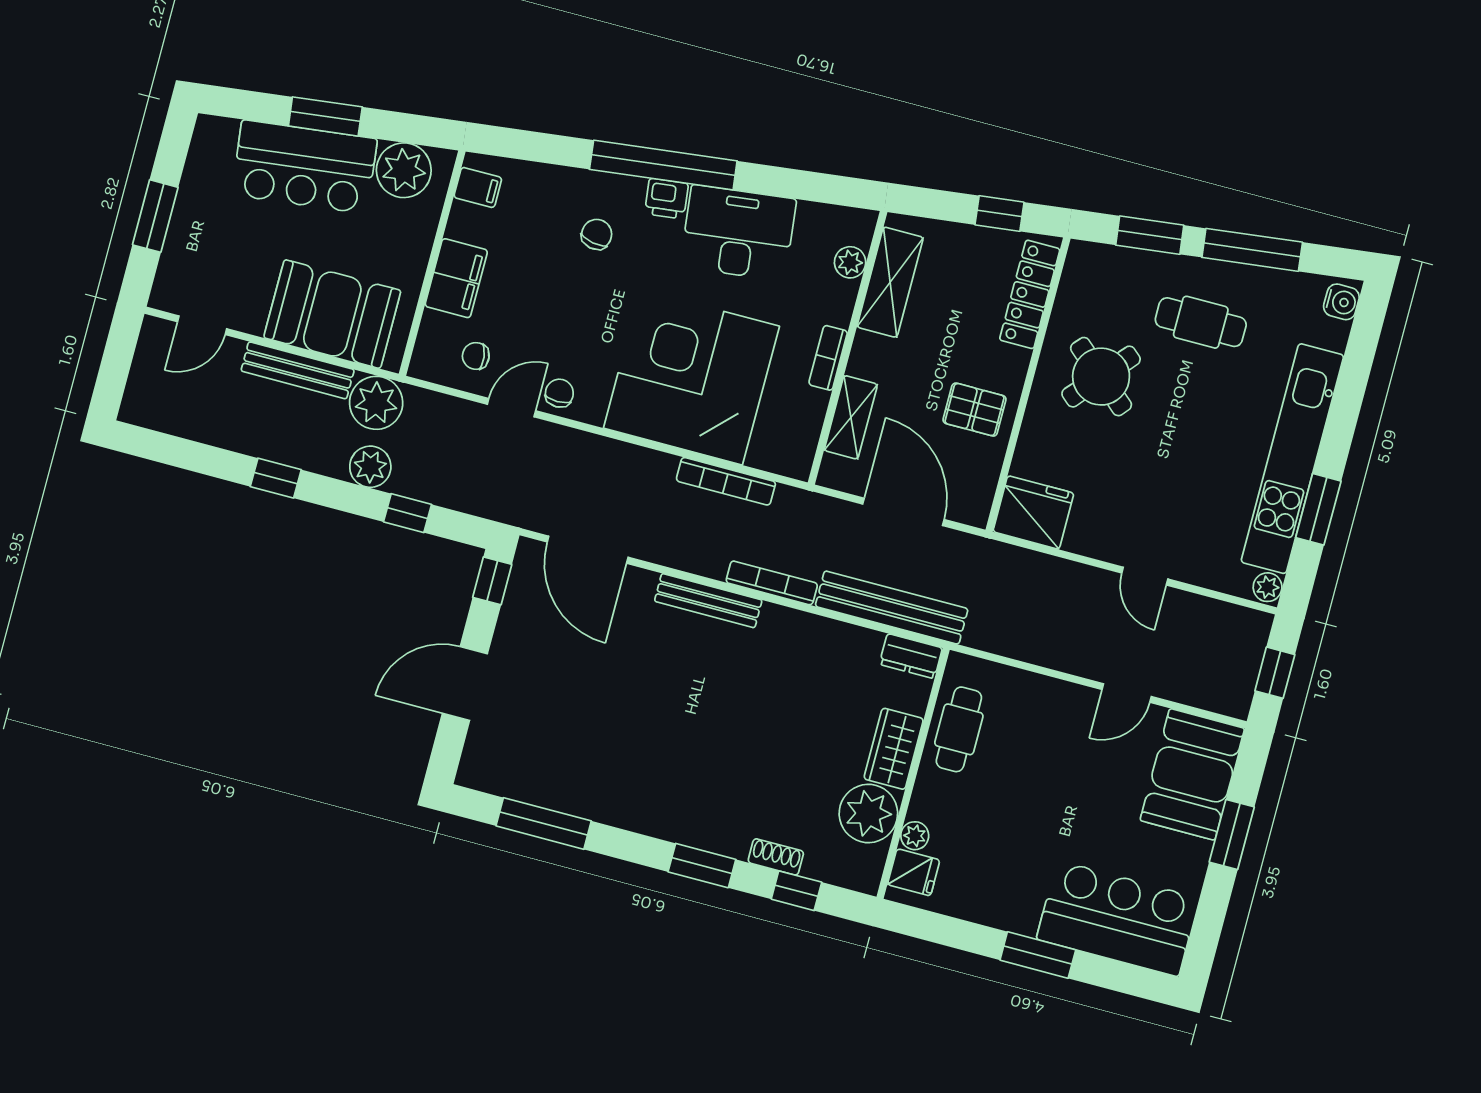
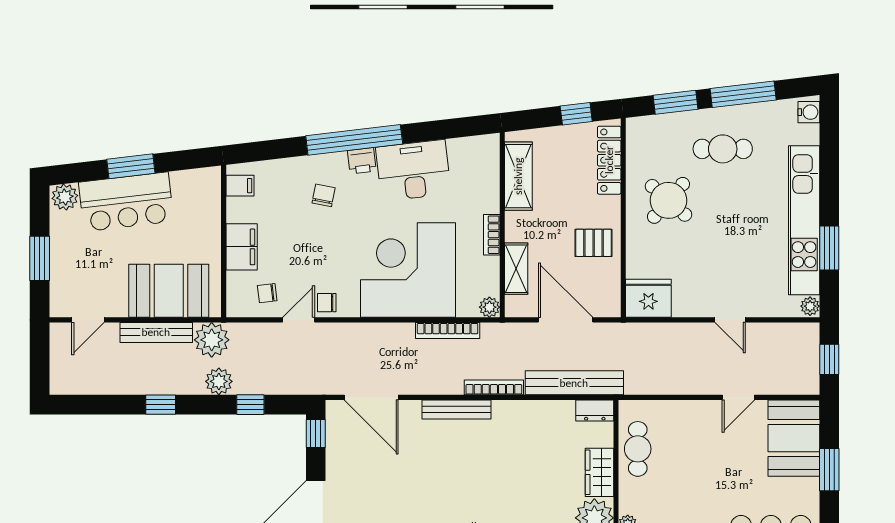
plant: (404, 170) -> (65, 197), moved, width x0.73, depth x0.73
plant: (850, 262) -> (489, 307), moved
chair: (559, 393) -> (327, 303), turned -90

